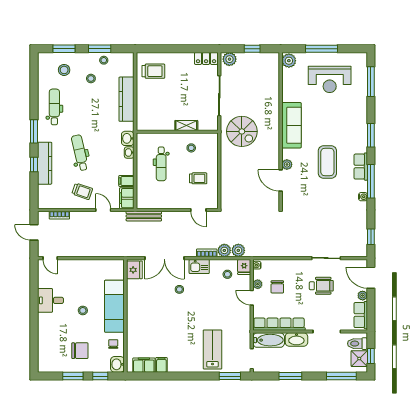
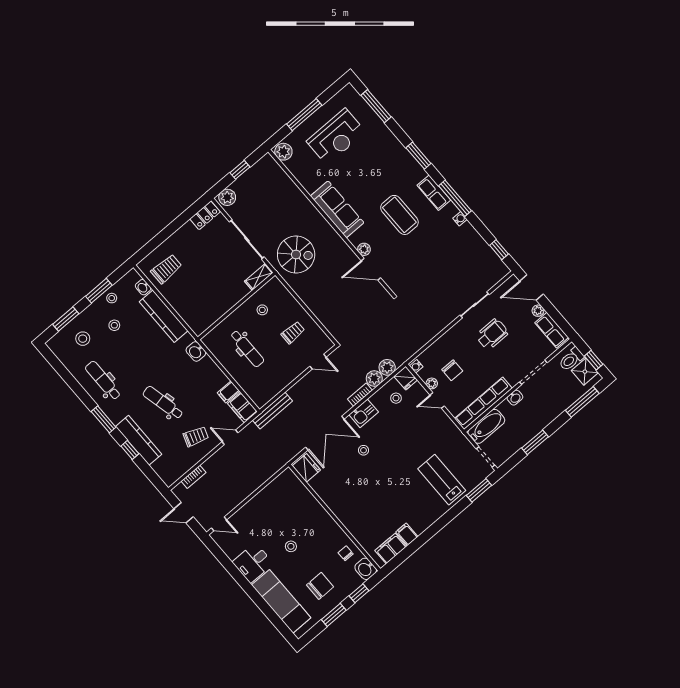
shelving: (186, 125) -> (259, 277), moved
washbasin: (129, 153) -> (143, 287), moved
exam couch: (114, 306) -> (281, 601), moved, turned 180
washbasin: (296, 340) -> (515, 398), width x0.52, depth x0.69

